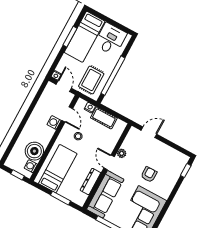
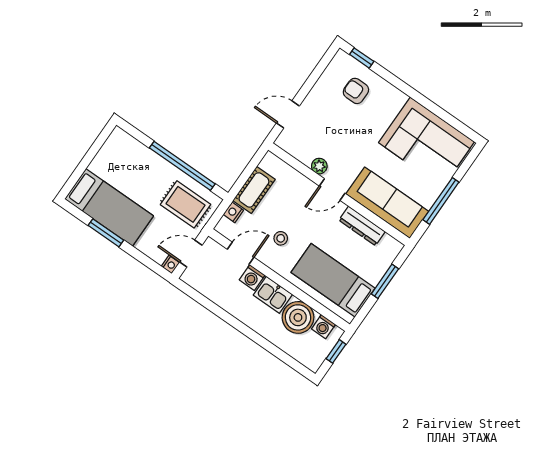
desk: (110, 39) -> (118, 163), removed
door: (149, 132) -> (288, 114), hinge flipped
kitchen sink: (46, 135) -> (273, 295), added
armchair: (149, 174) -> (356, 91), moved

